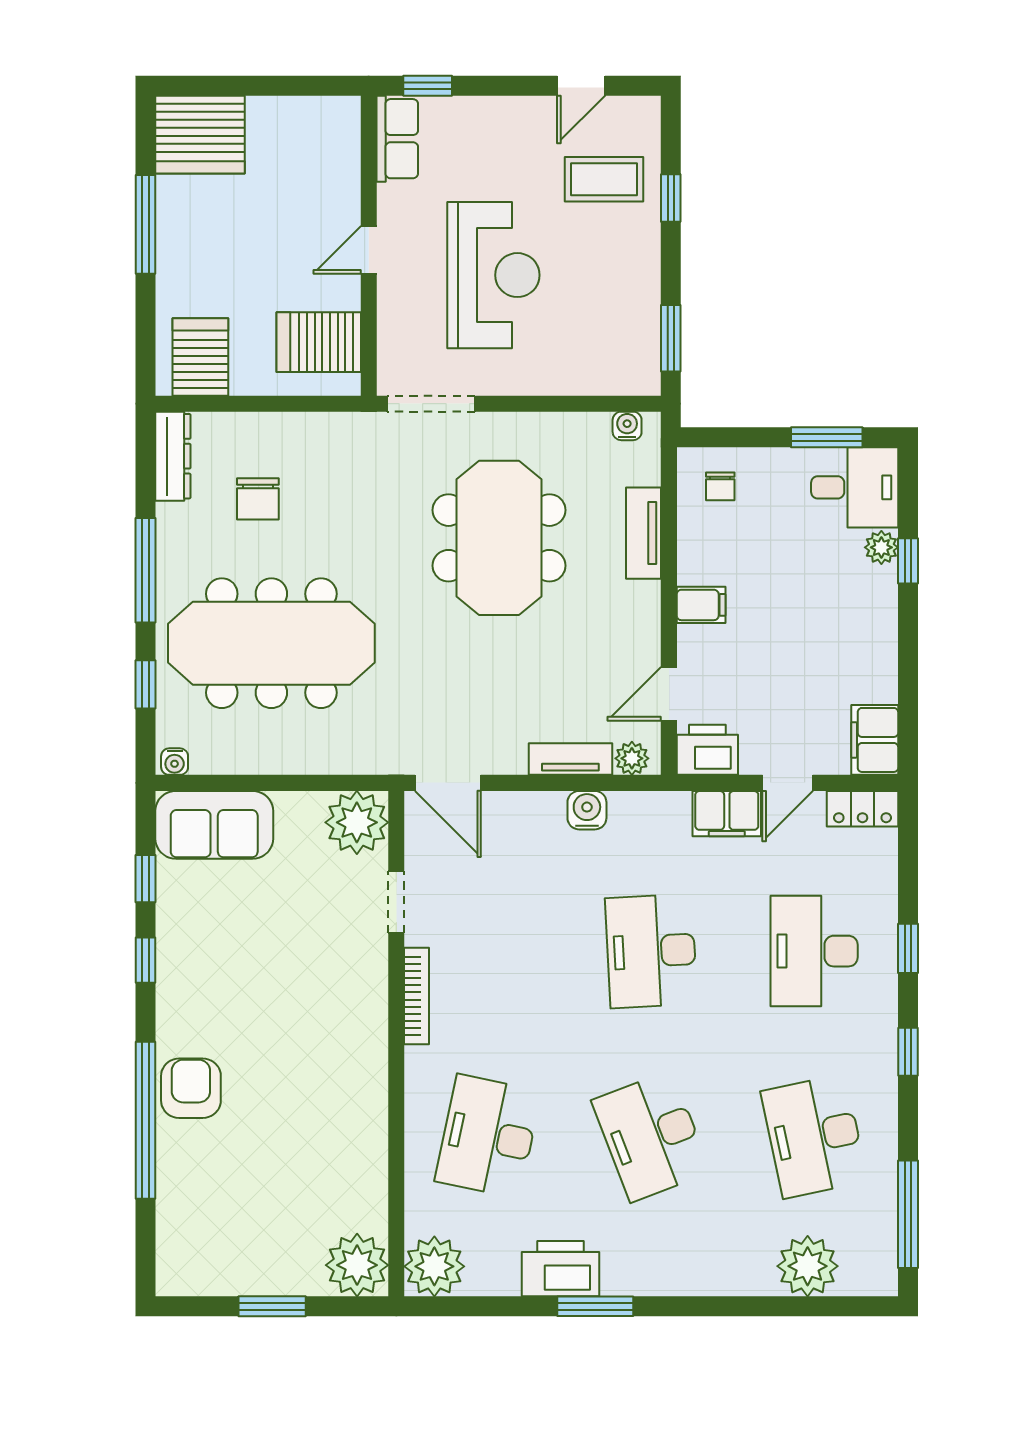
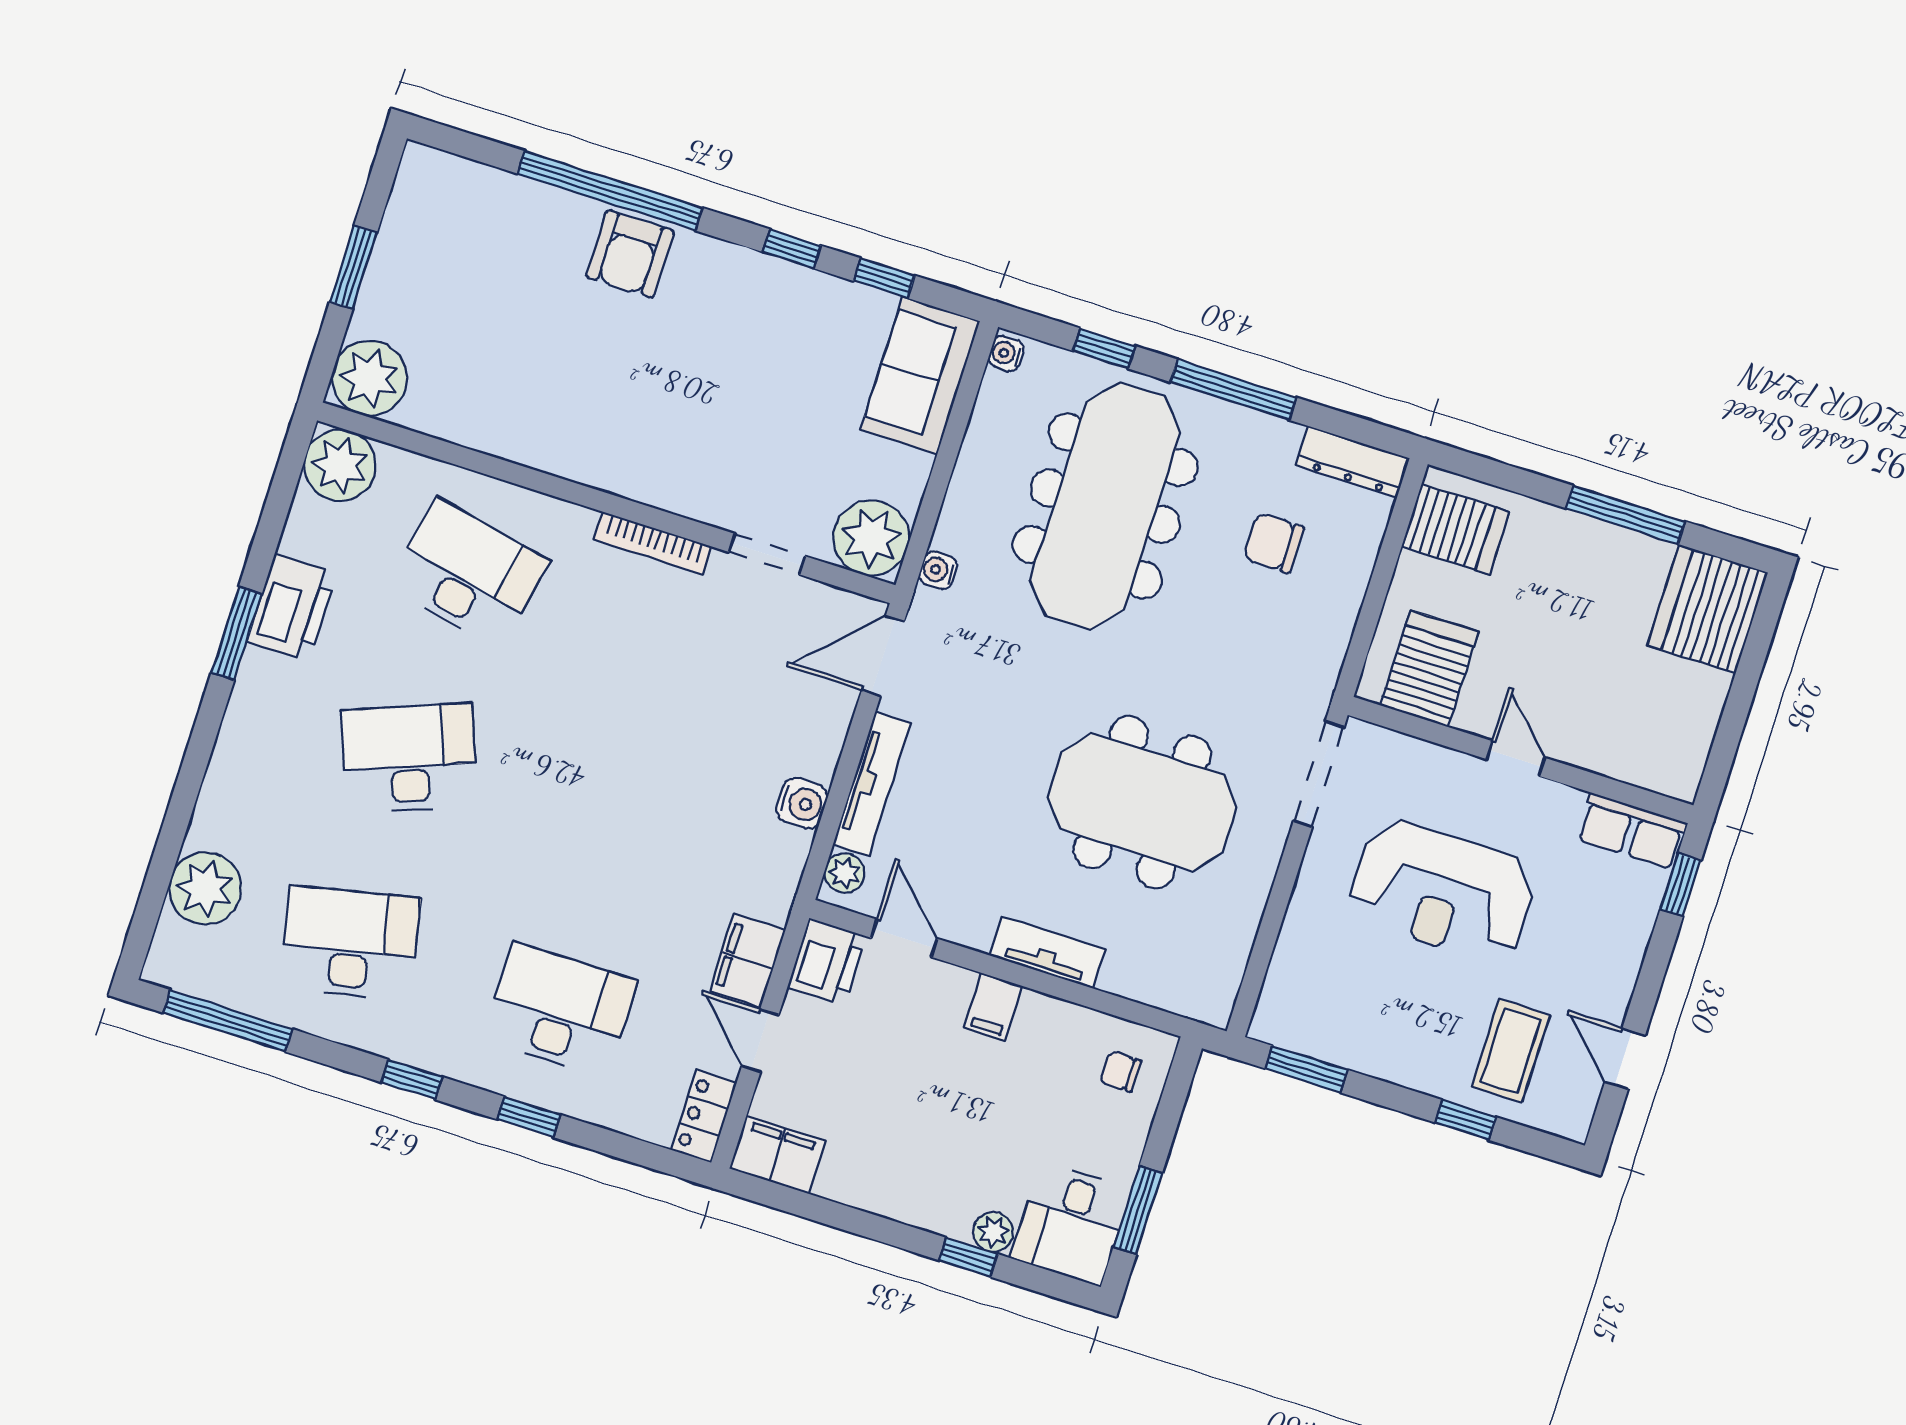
water cooler: (627, 426) -> (938, 570), moved, turned 180
tv unit: (644, 533) -> (1047, 952), moved
tv unit: (570, 759) -> (872, 784), width x1.41
desk: (651, 951) -> (619, 825), removed
armchair: (191, 1088) -> (630, 254), turned 90

